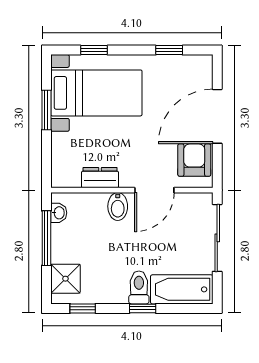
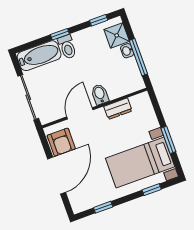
washbasin: (59, 213) -> (127, 51), moved

